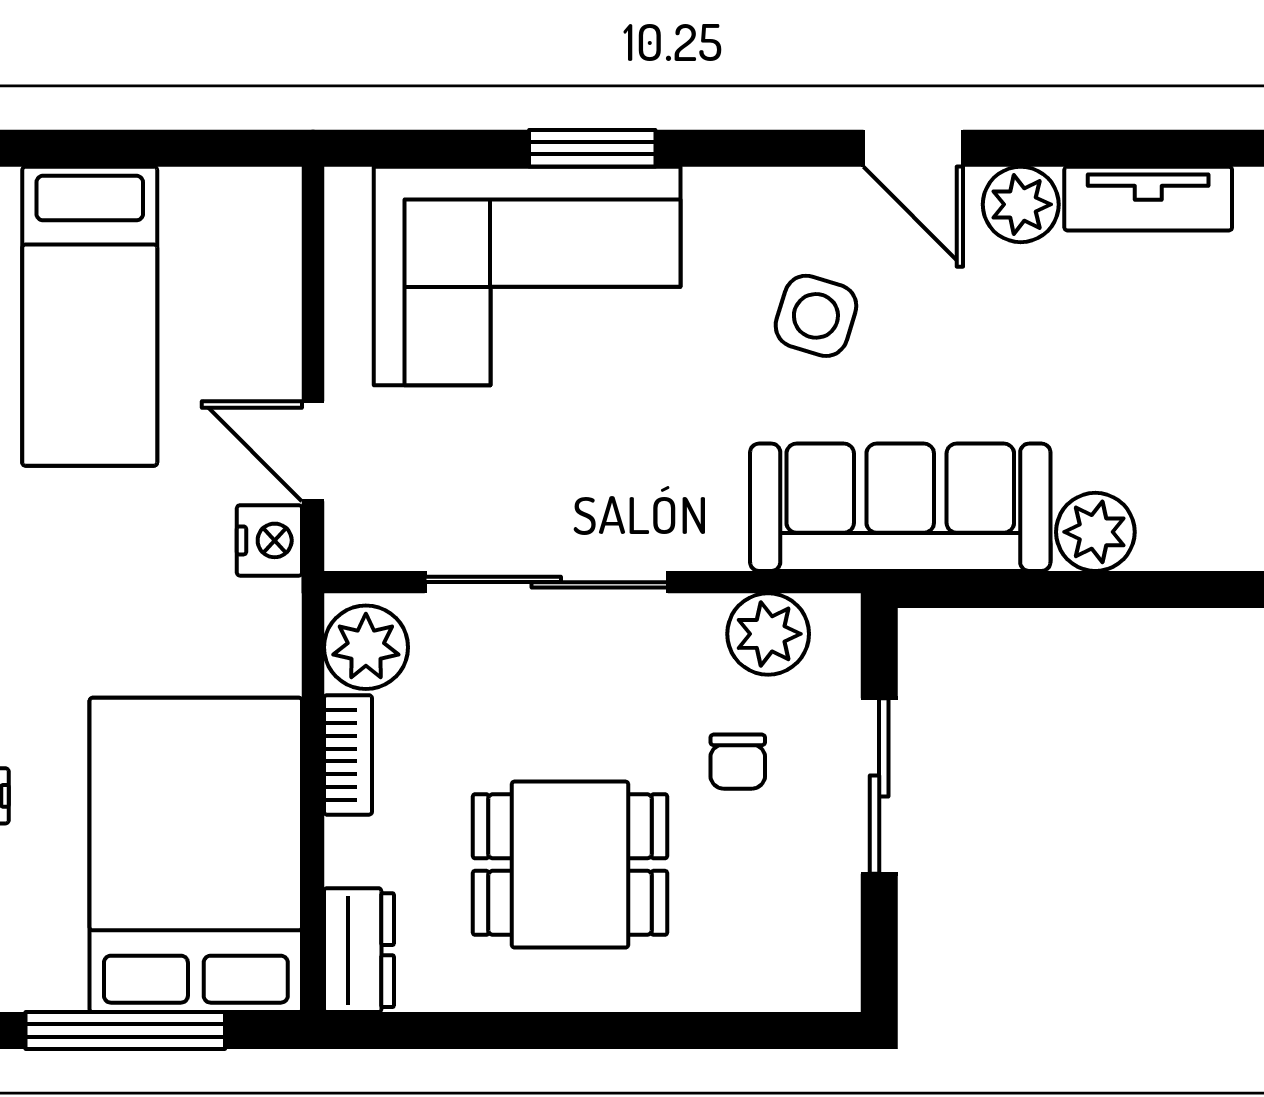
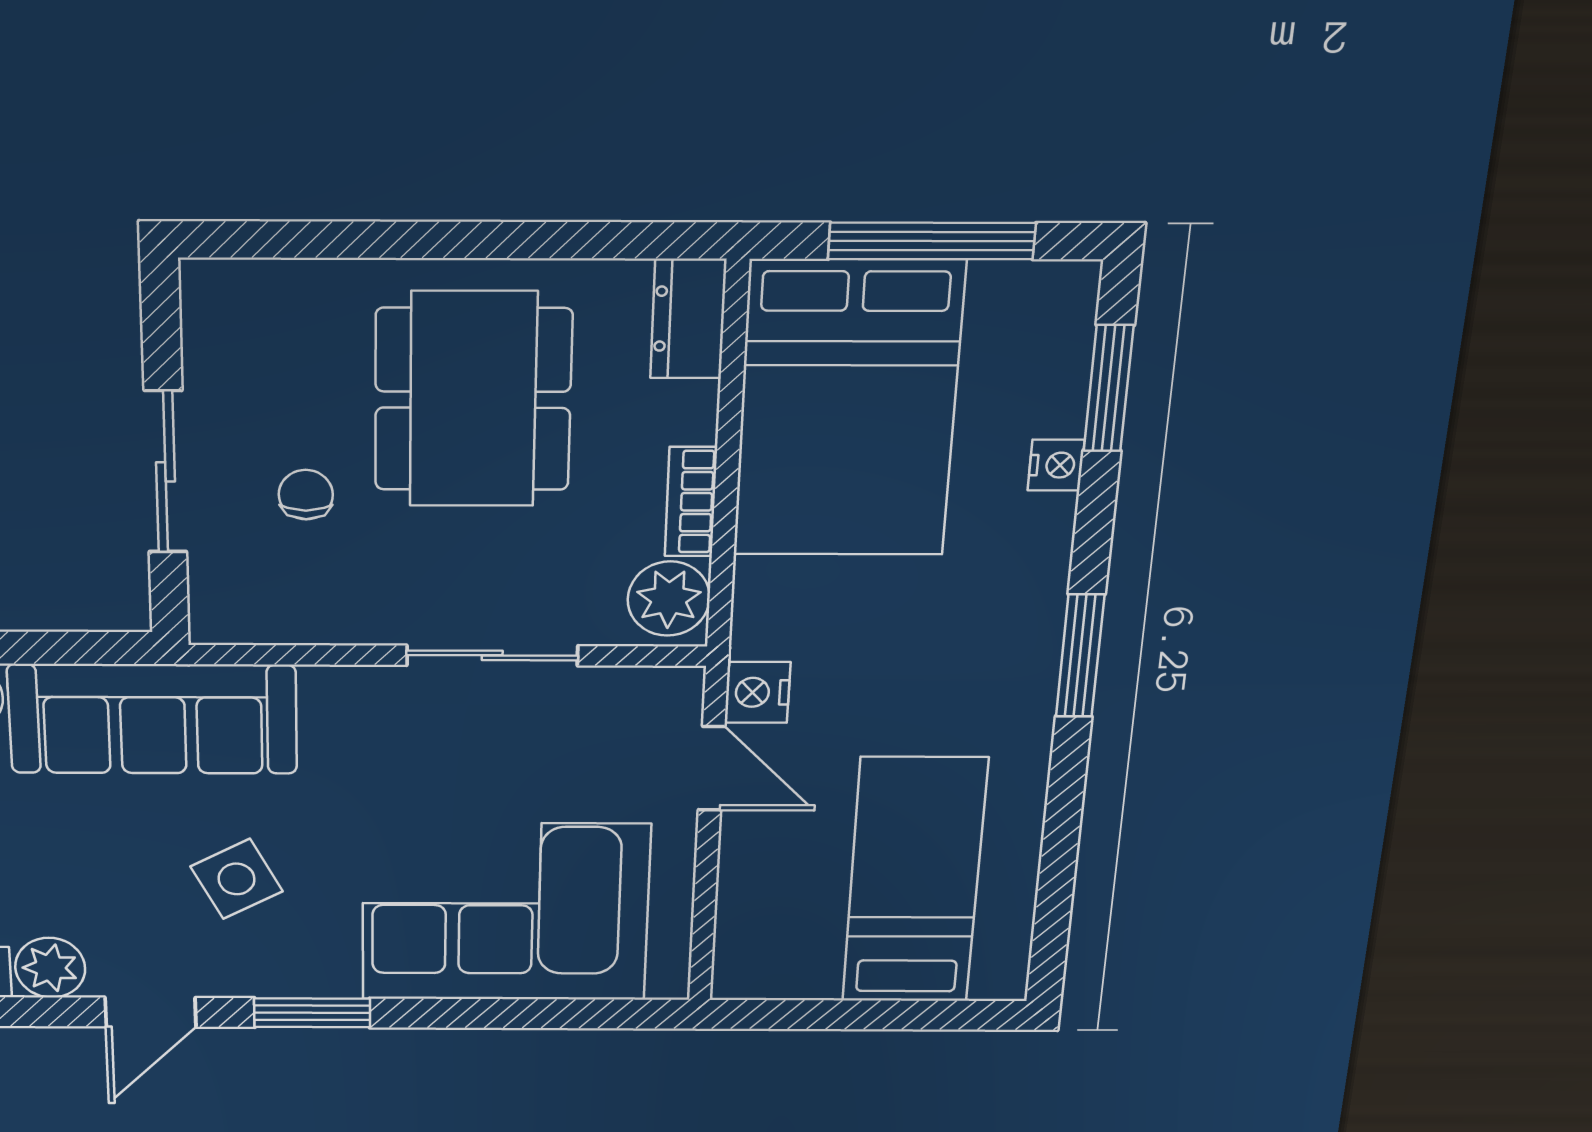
window: (592, 148) -> (312, 1013), moved
door: (913, 148) -> (151, 1012), swing flipped
side table: (816, 316) -> (236, 879), turned 45
sliding door: (546, 582) -> (492, 655), width x0.73
plant: (768, 634) -> (277, 609), removed
dining table: (570, 865) -> (473, 400), width x1.37

